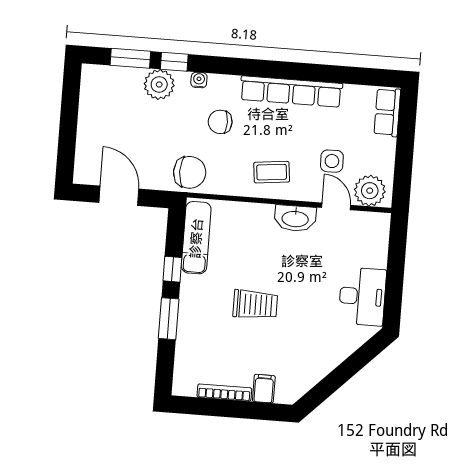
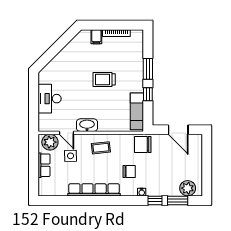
plant: (159, 84) -> (188, 188), moved
row of seats: (387, 112) -> (44, 165), moved
desk: (362, 296) -> (50, 99), moved

